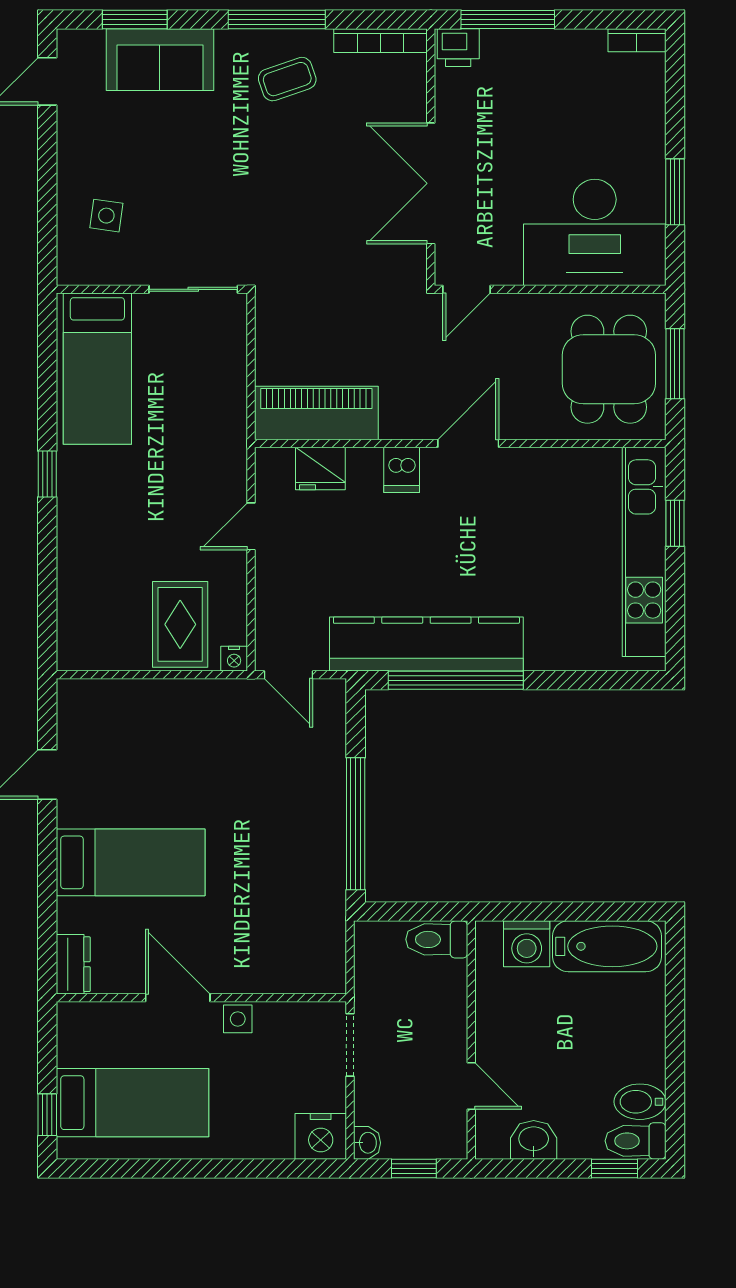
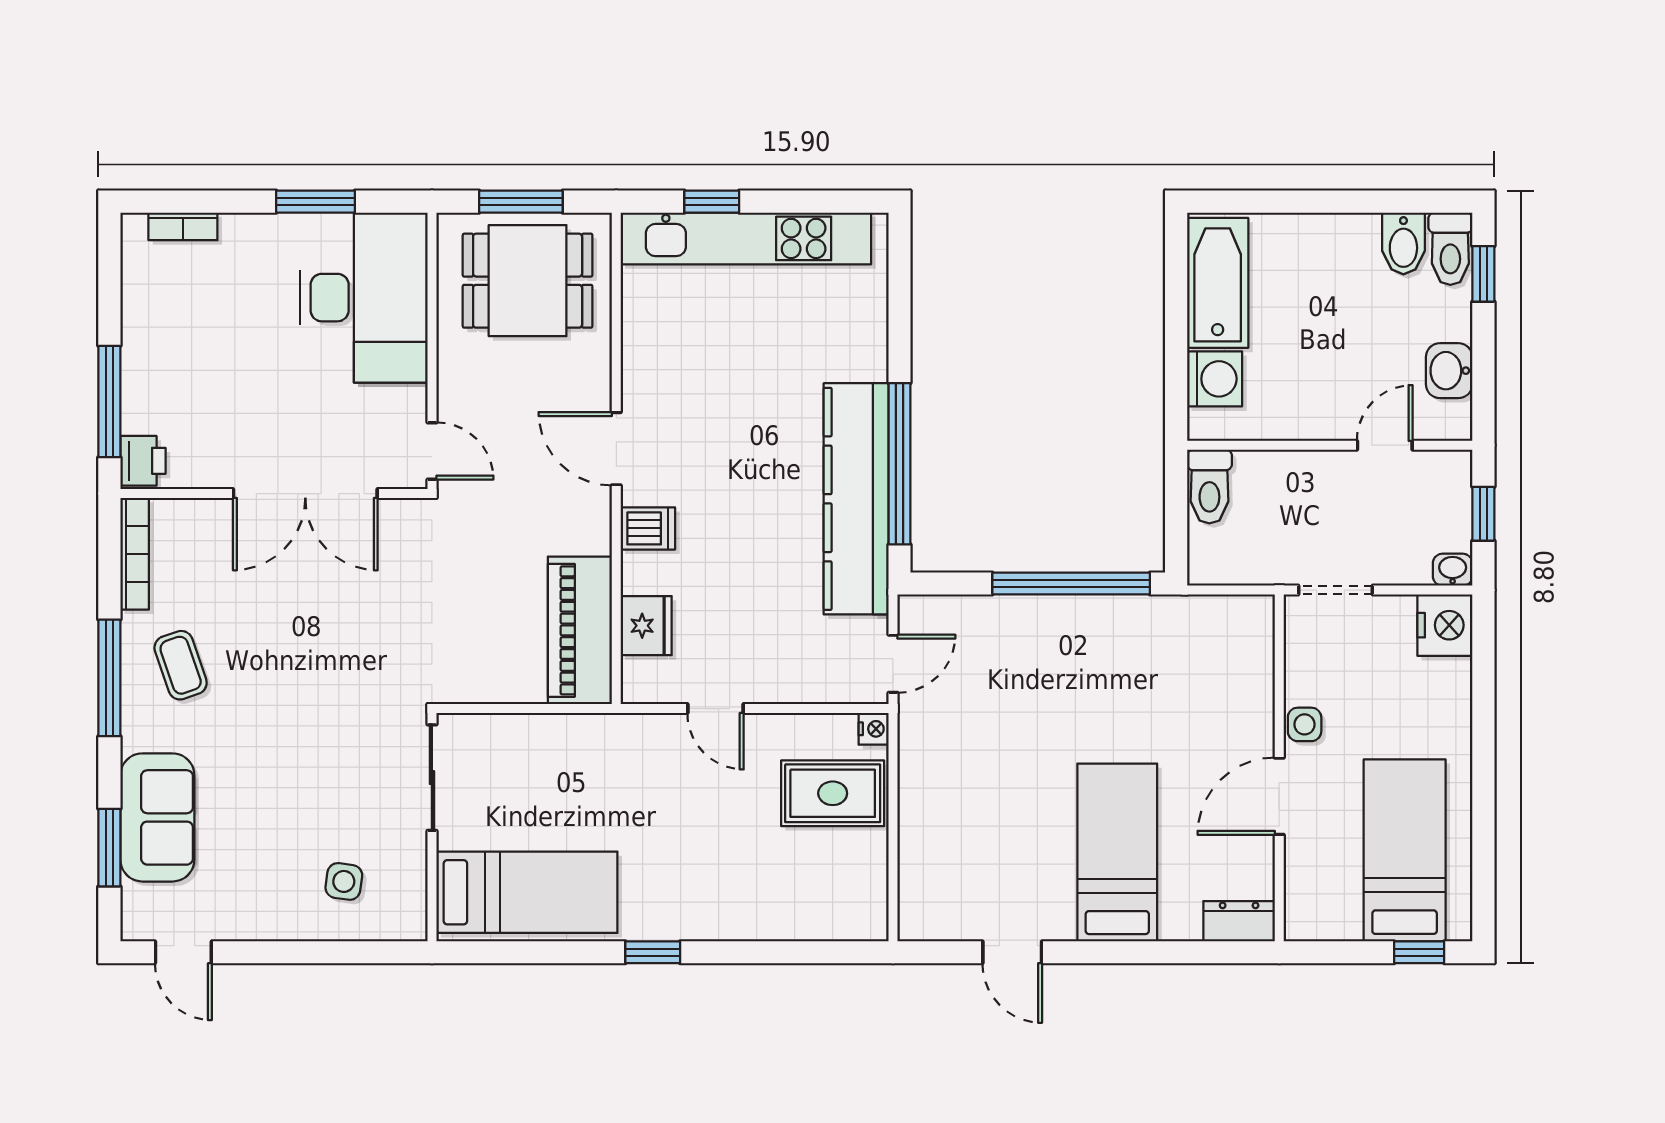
bookcase: (637, 40) -> (183, 226), moved, turned 90

